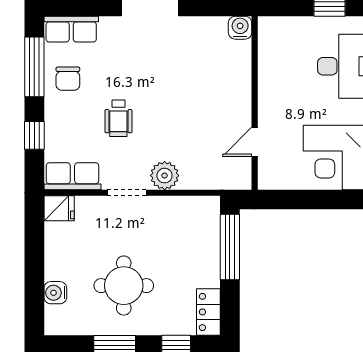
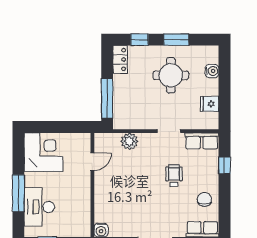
window: (34, 67) -> (224, 207), removed
plant: (165, 176) -> (129, 141), moved
fridge: (59, 208) -> (210, 104), moved

